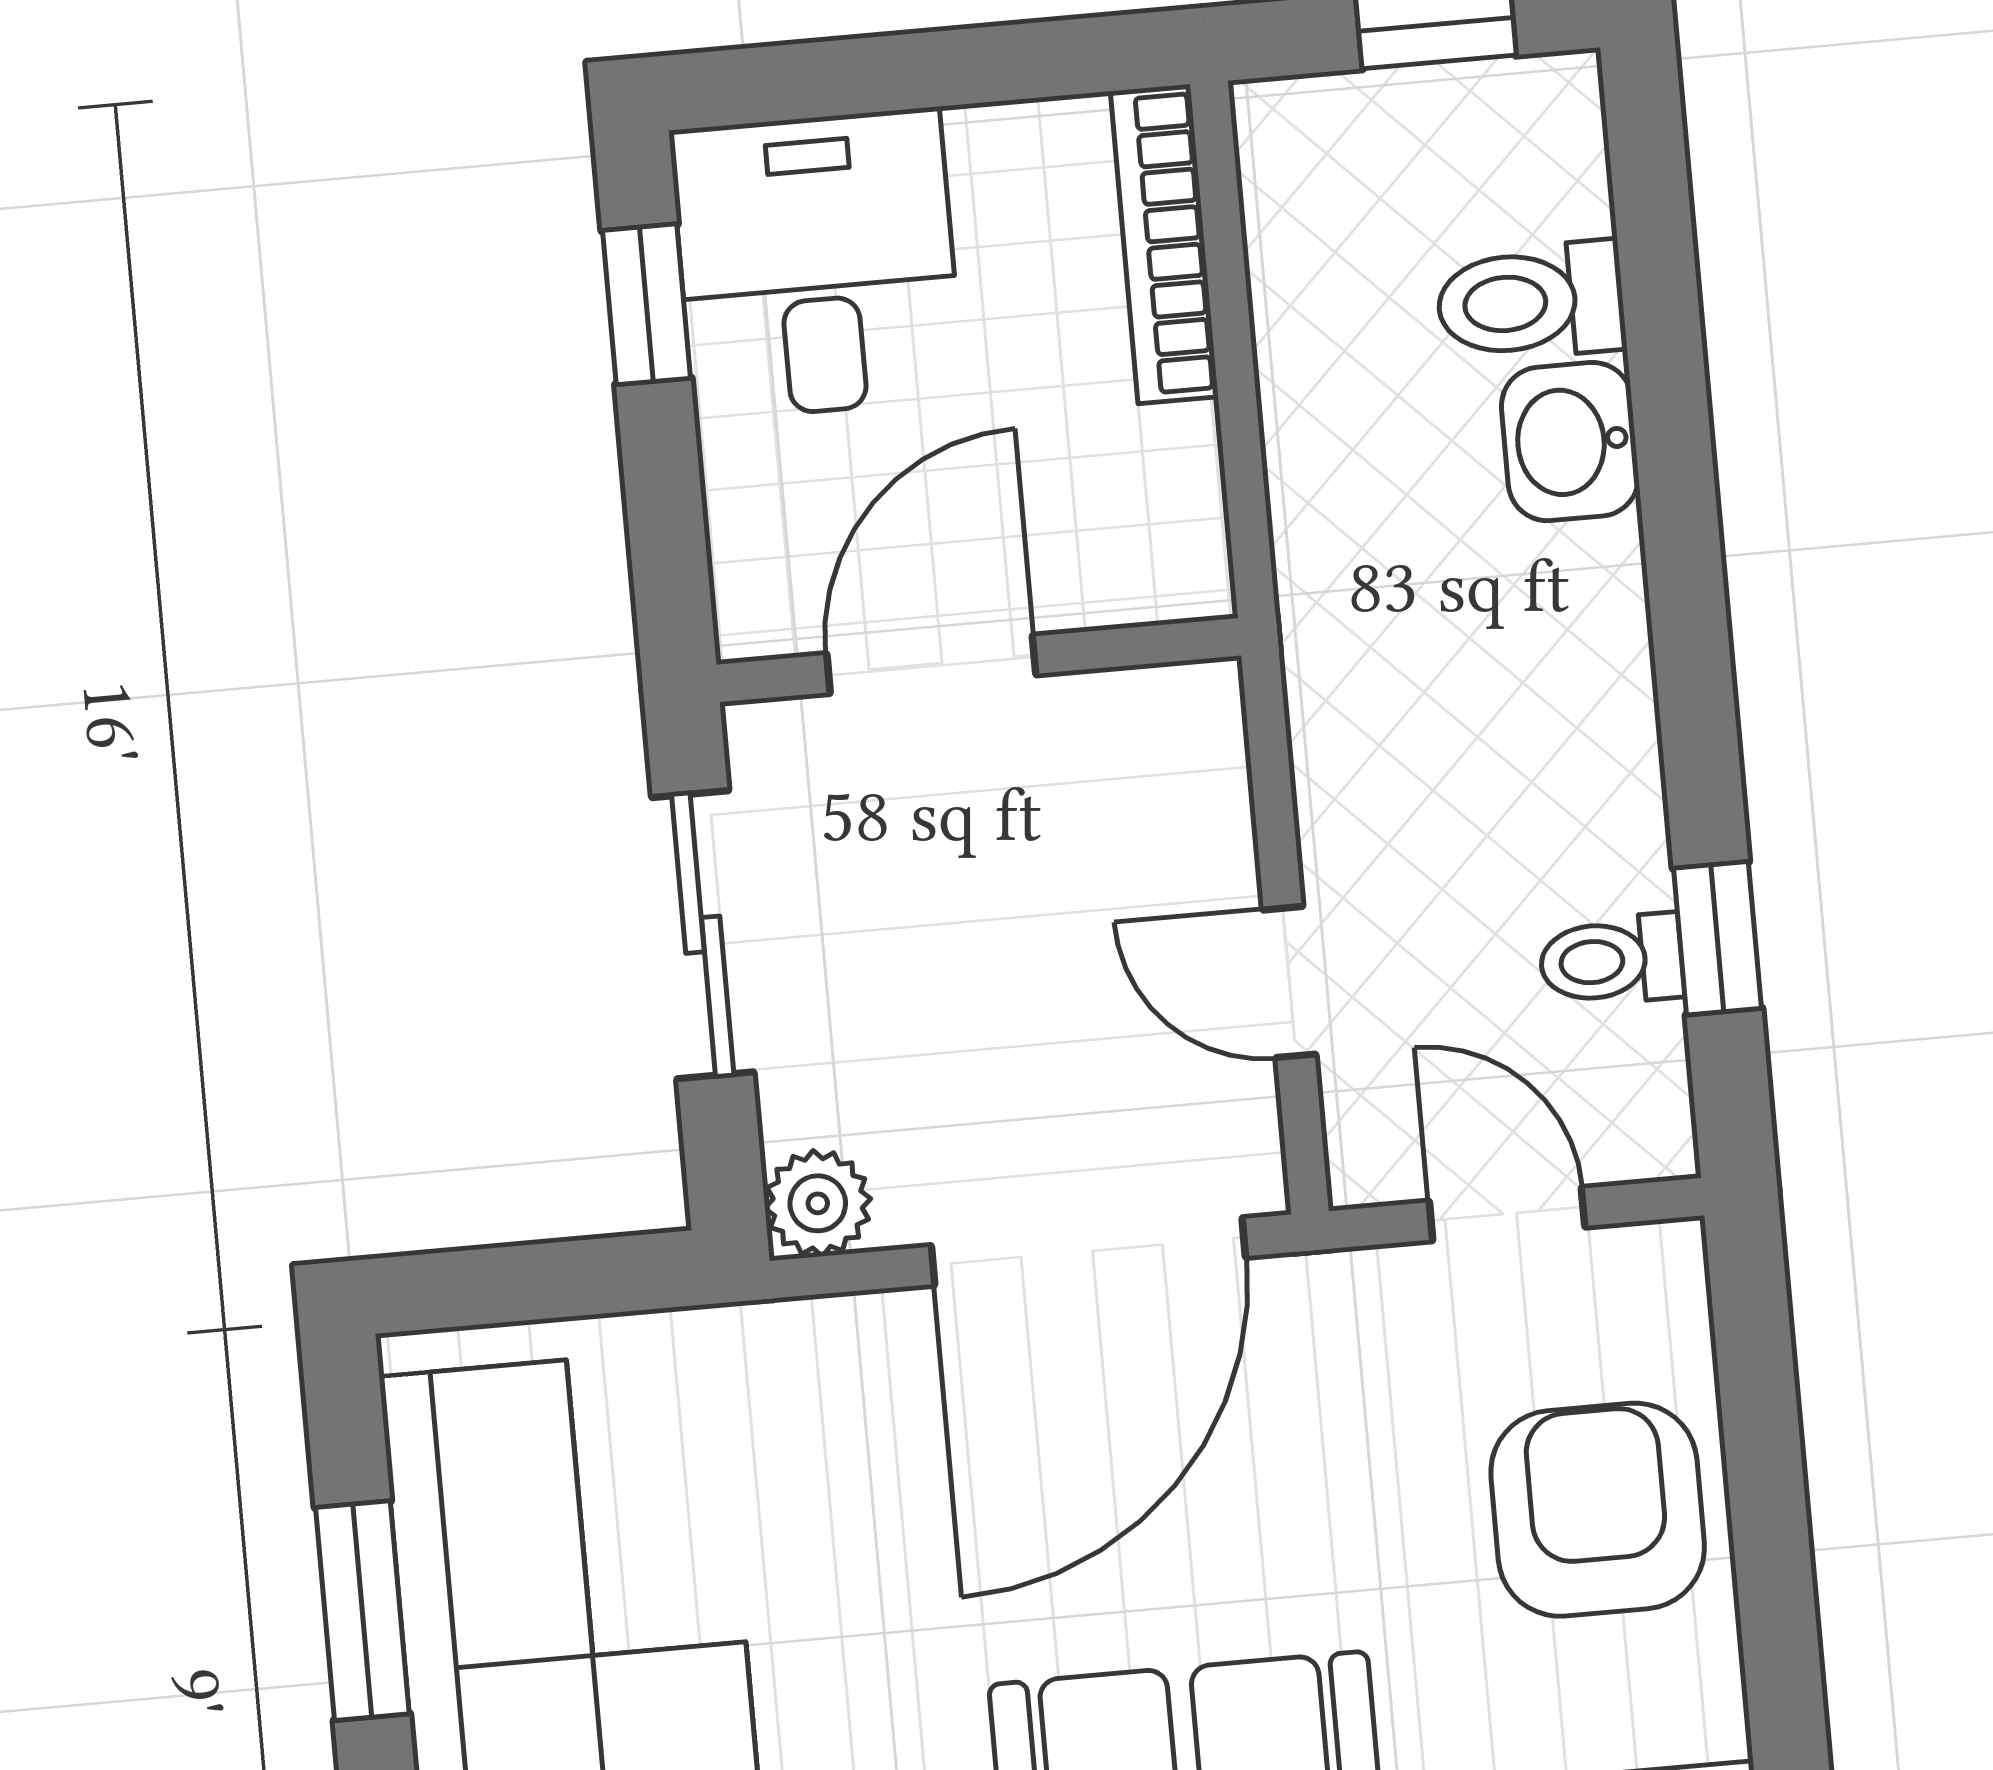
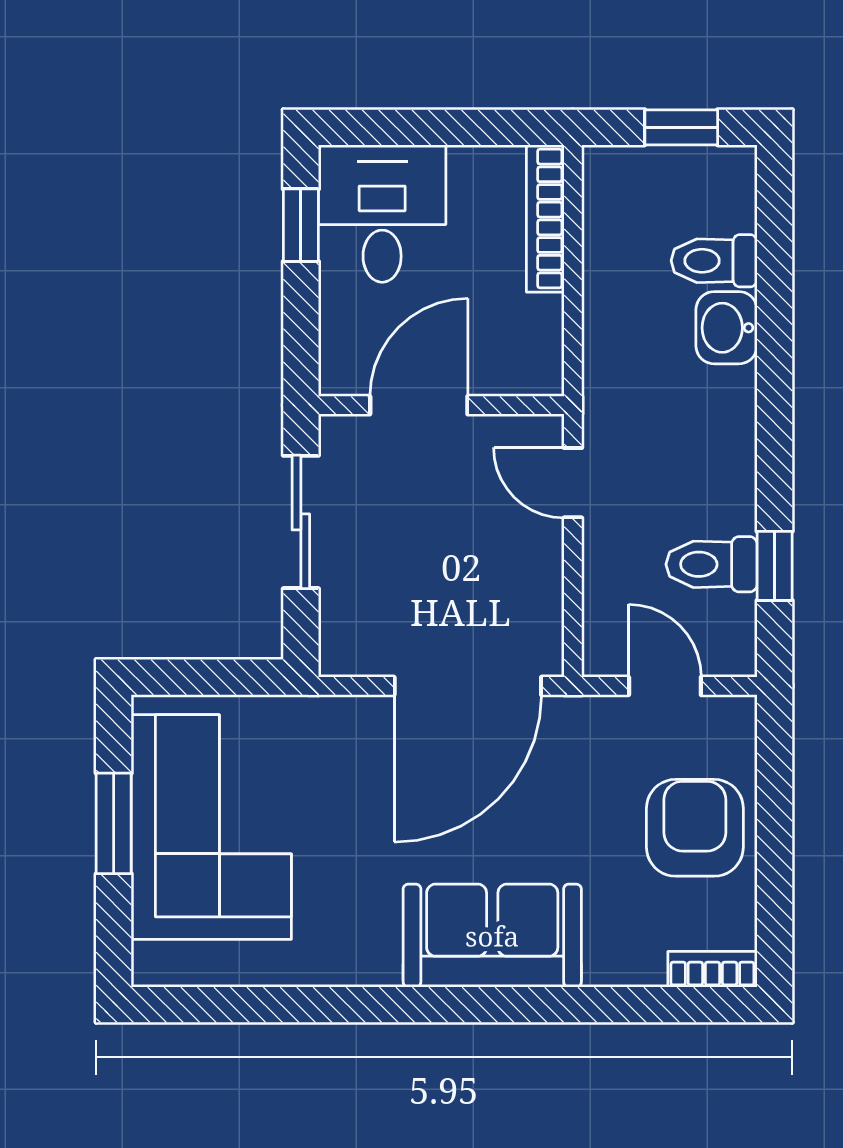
toilet: (1611, 960) -> (712, 564), width x1.37, depth x1.39
door: (1289, 982) -> (573, 483), moved
plant: (818, 1203) -> (343, 652), removed

